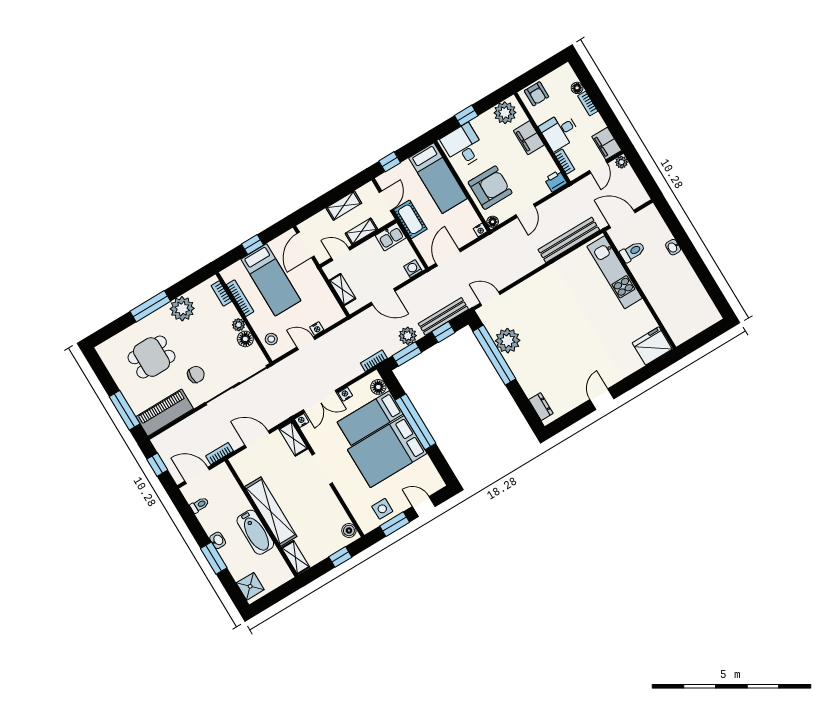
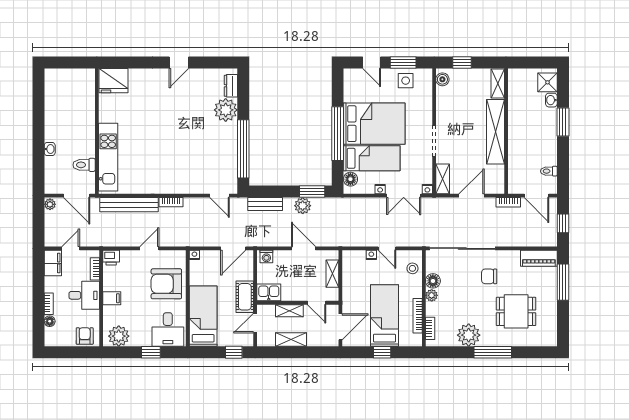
filing cabinet: (529, 138) -> (112, 298), width x0.50
plant: (622, 162) -> (50, 204), moved
floor lamp: (493, 222) -> (181, 255), removed
bench: (443, 316) -> (265, 204), width x0.73
window: (443, 332) -> (273, 192), removed
plant: (508, 341) -> (226, 110), moved
bookcase: (374, 361) -> (171, 202), moved
double door: (320, 401) -> (404, 196), swing flipped
piano: (165, 413) -> (539, 258), width x0.73, depth x0.75
door: (257, 439) -> (472, 196), swing flipped
bathtub: (255, 532) -> (518, 123), removed
washbasin: (218, 540) -> (551, 100), moved

